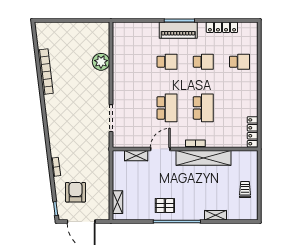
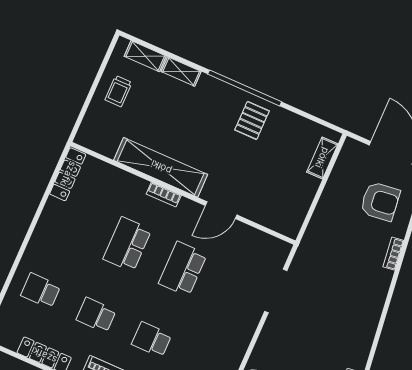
shelving: (136, 156) -> (145, 56), moved
armchair: (76, 192) -> (380, 201), turned -97
pallet: (165, 206) -> (252, 120), turned 90

